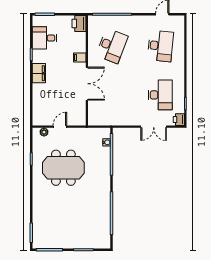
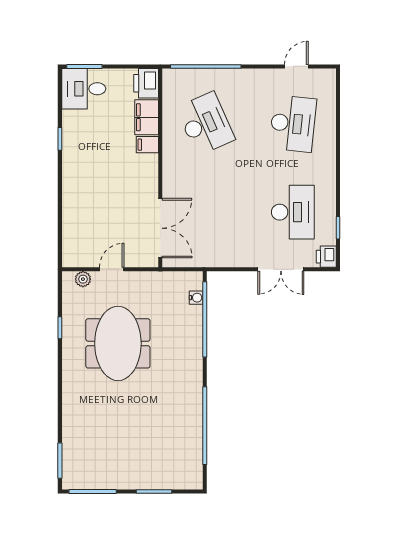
desk: (44, 38) -> (84, 89), moved
desk: (112, 46) -> (205, 124), turned -45
filing cabinet: (39, 73) -> (147, 117), moved, turned 180
double door: (87, 84) -> (160, 228), moved
meeting table: (63, 168) -> (118, 343), turned 90

